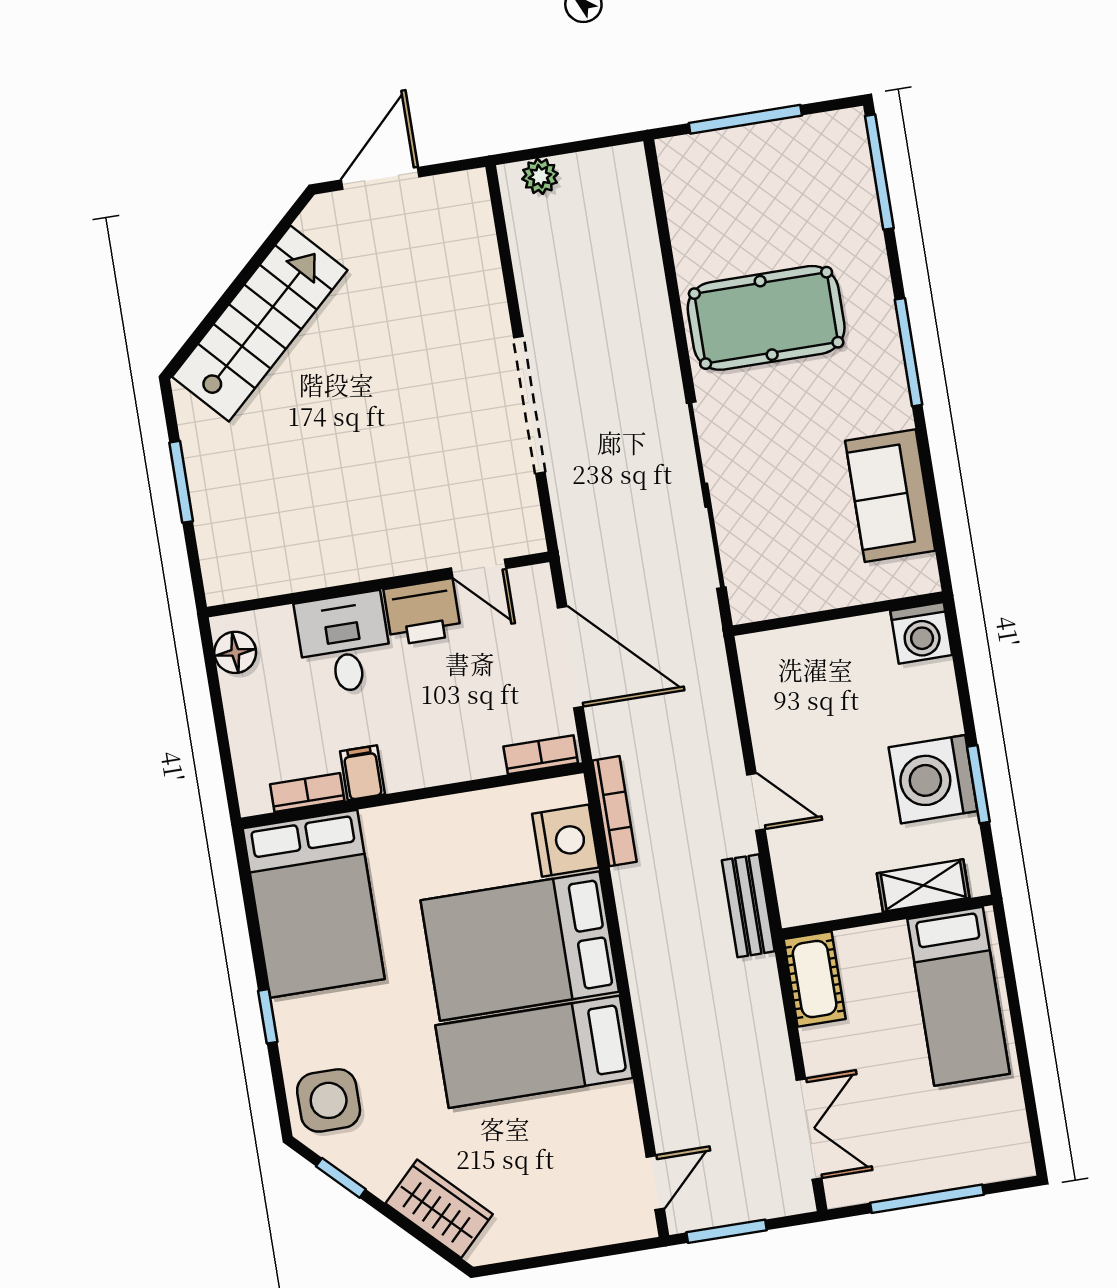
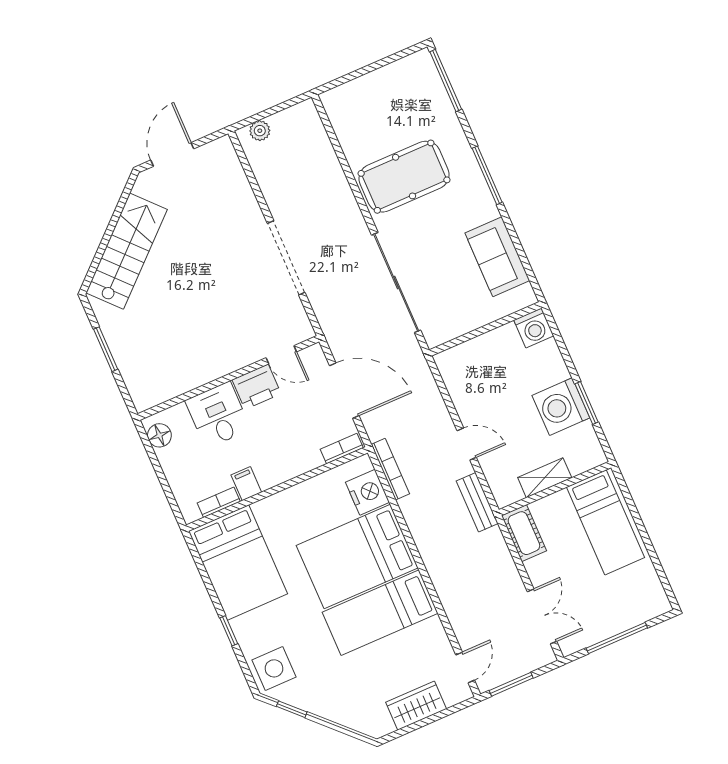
window: (745, 119) -> (365, 70), removed
shelving: (923, 886) -> (545, 478), moved
wardrobe: (439, 1209) -> (416, 706), moved, turned -45

